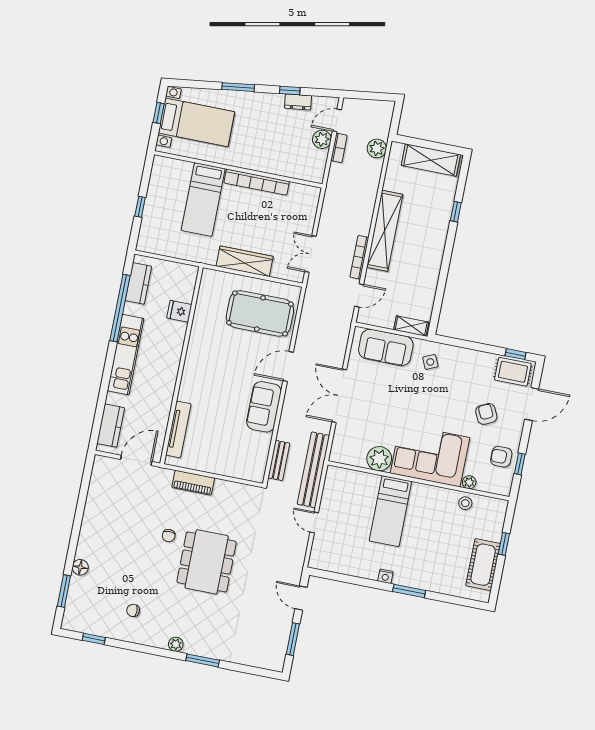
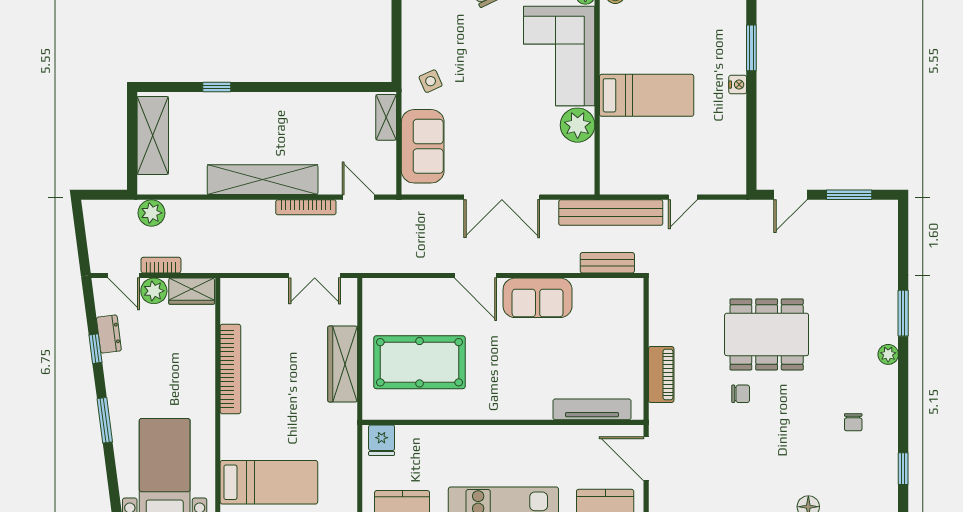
wardrobe: (316, 166) -> (192, 291), added
bed: (203, 199) -> (269, 482), moved
fridge: (179, 311) -> (382, 440), moved
pool table: (260, 313) -> (420, 362), moved, turned 90

